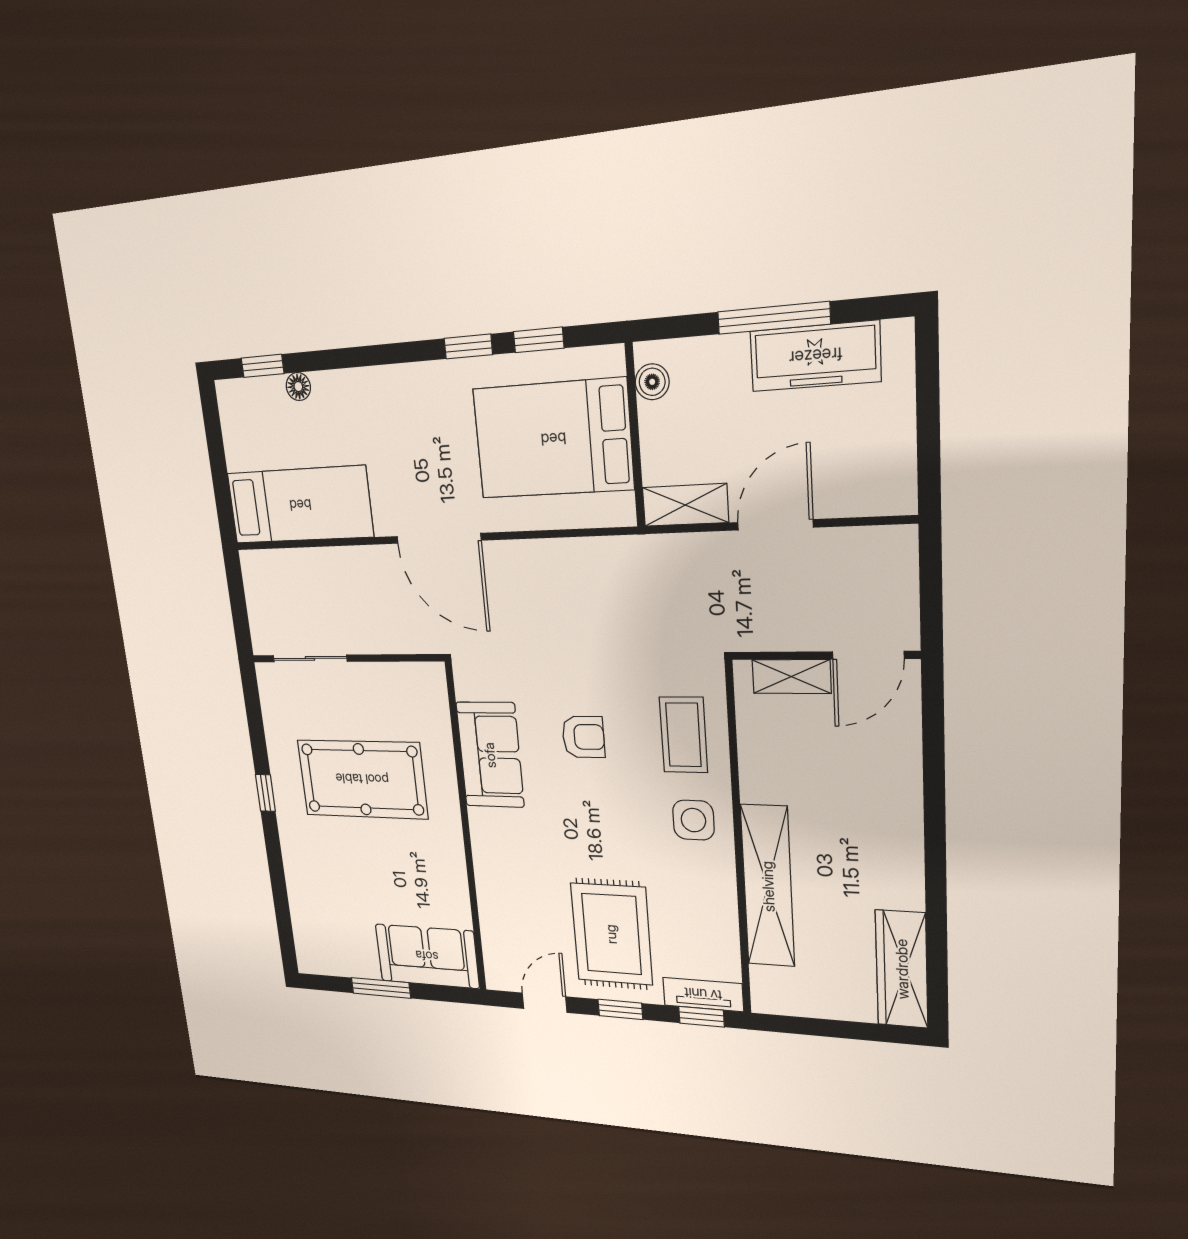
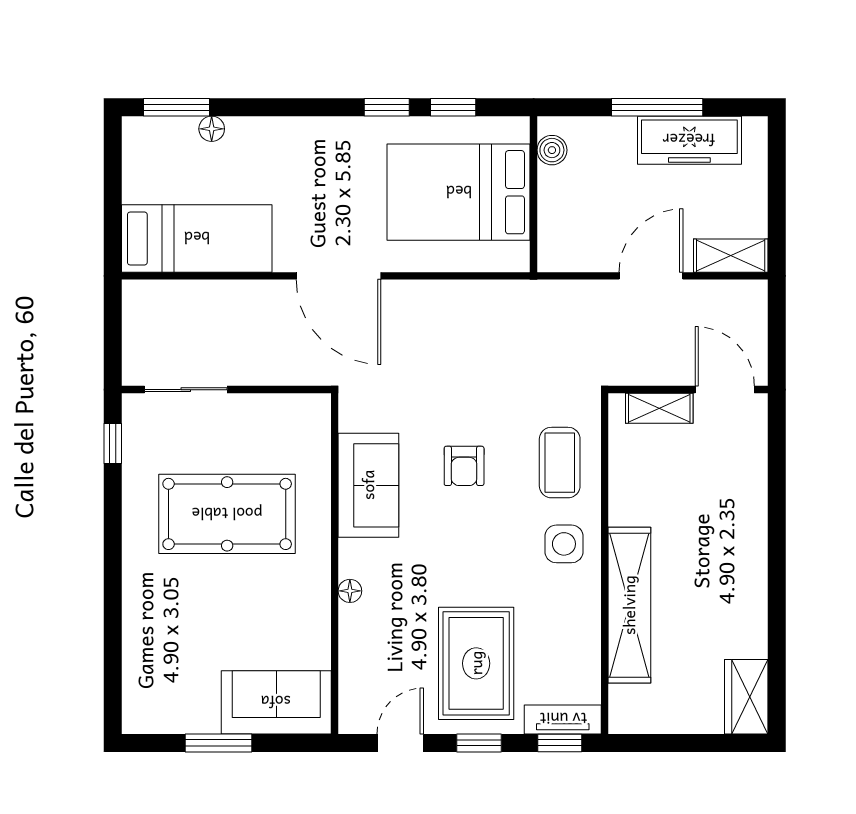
window: (263, 366) -> (176, 107), width x1.50
shelving: (685, 505) -> (731, 256), moved
door: (868, 655) -> (725, 390), swing flipped
armchair: (583, 737) -> (464, 466), turned 90
window: (265, 793) -> (113, 444), moved
floor lamp: (483, 857) -> (350, 591), added
wardrobe: (902, 969) -> (746, 697), width x0.67

